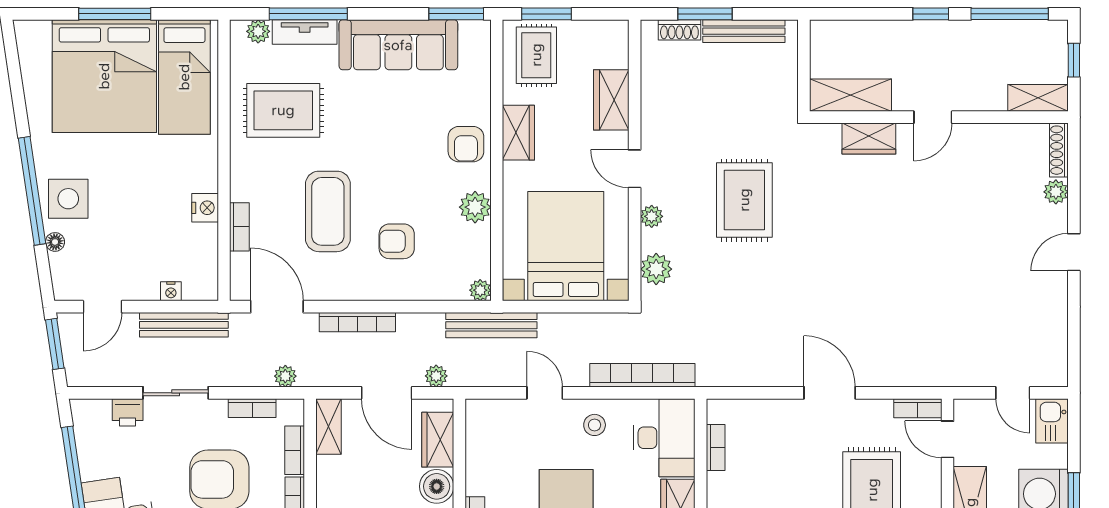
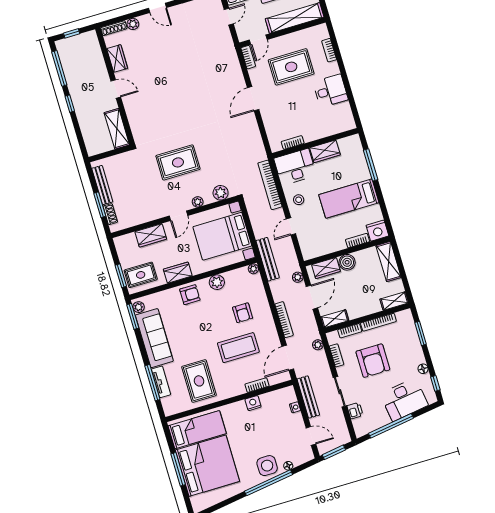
plant: (258, 31) -> (139, 307), moved
shelving: (1038, 98) -> (93, 44), removed
wardrobe: (869, 139) -> (117, 58), moved

